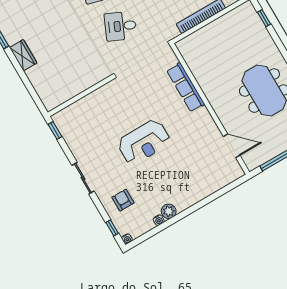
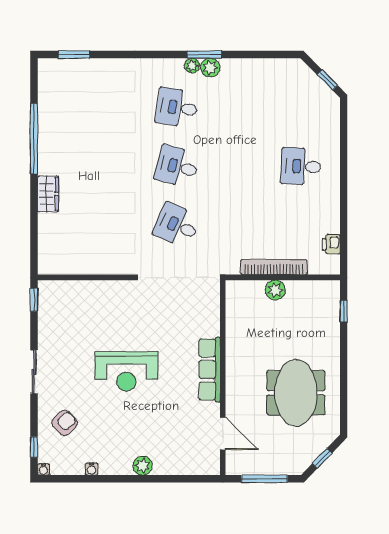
plant: (211, 31) -> (275, 290), added
row of seats: (186, 87) -> (210, 370), moved
armchair: (123, 200) -> (65, 423), turned 47
plant: (169, 211) -> (143, 466), moved

